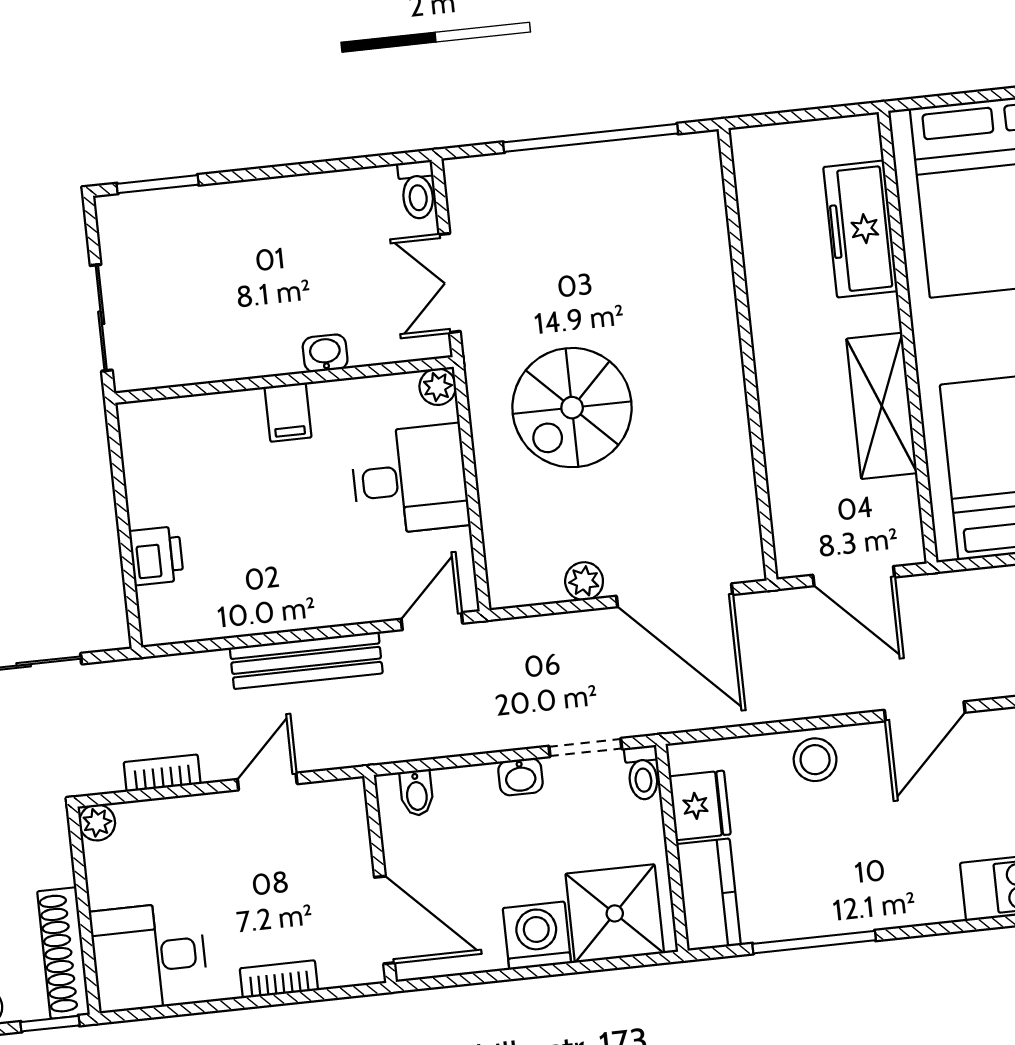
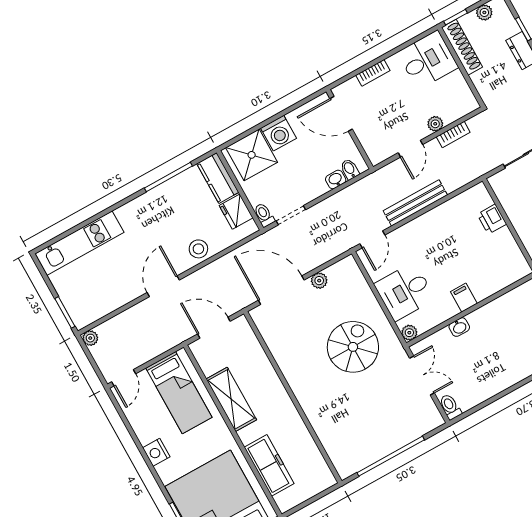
washbasin: (520, 777) -> (336, 180), moved
plant: (97, 823) -> (435, 124), moved

